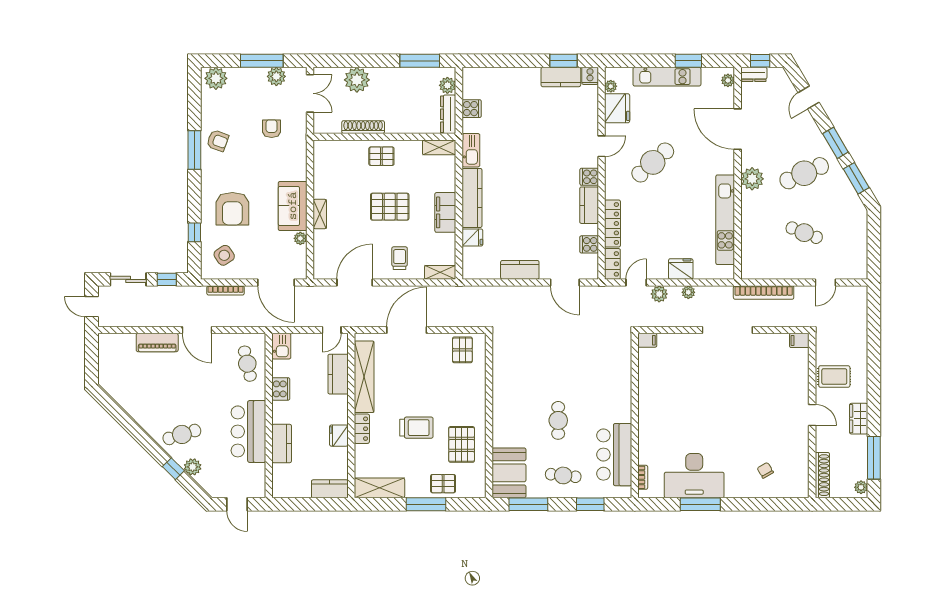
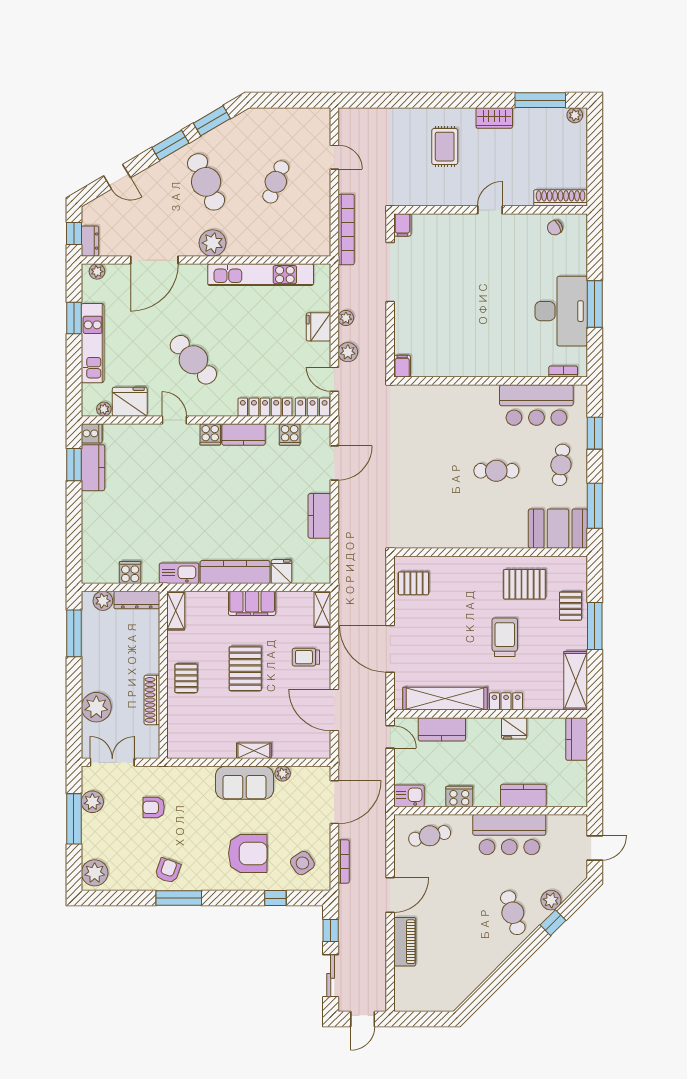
filing cabinet: (799, 340) -> (402, 225), moved
door: (812, 415) -> (490, 210), moved
wall: (812, 416) -> (491, 210), moved
shoe rack: (822, 475) -> (561, 198), moved

